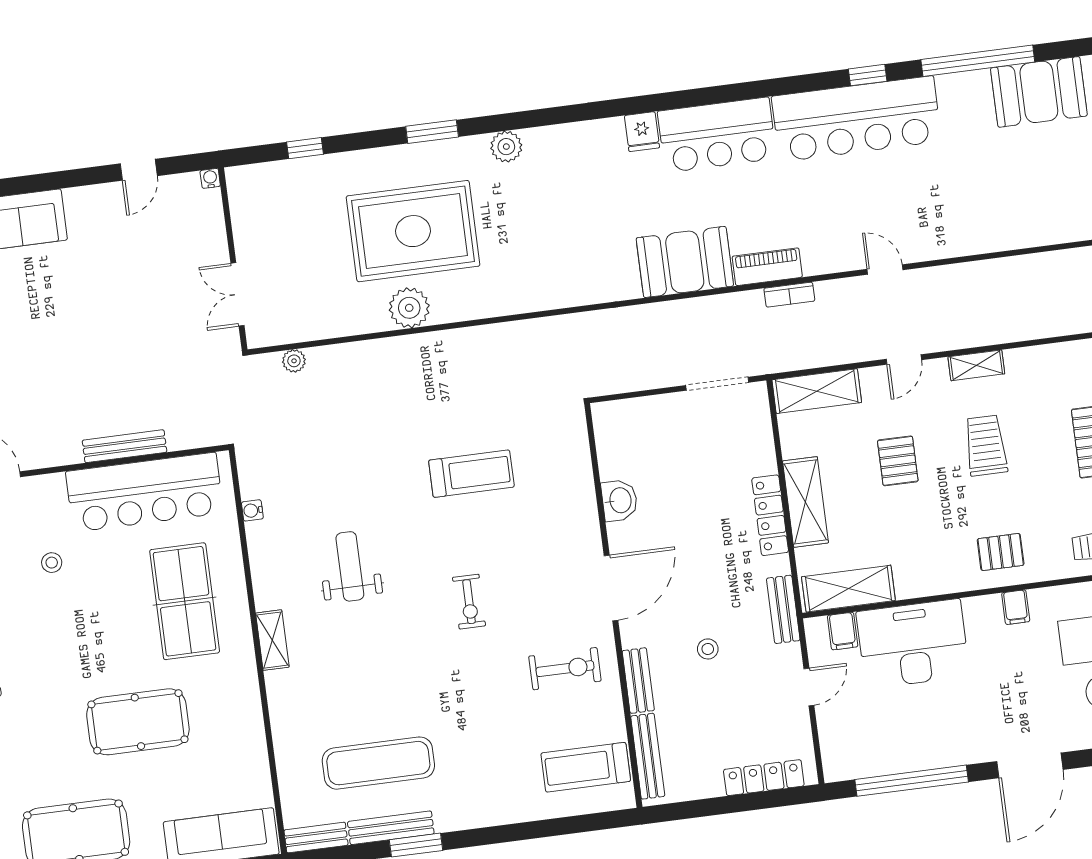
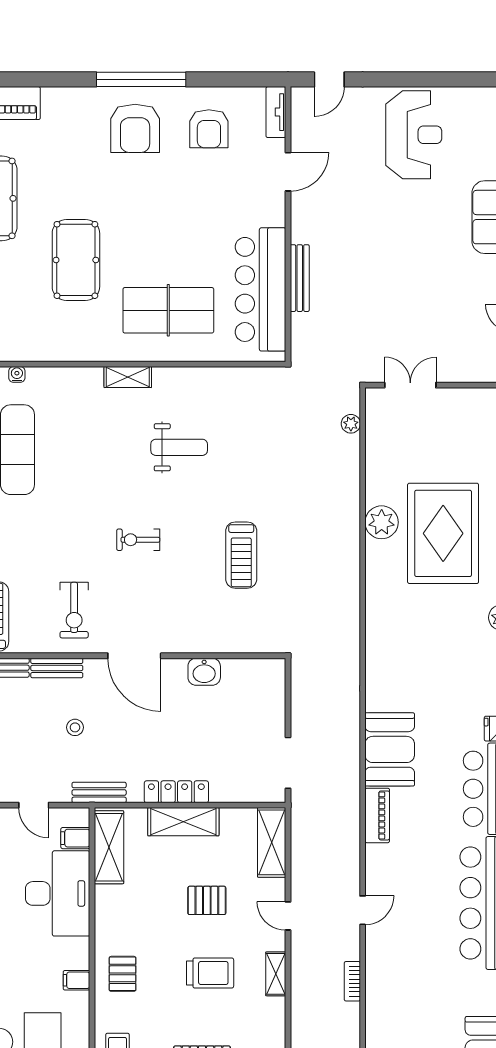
bookcase: (789, 295) -> (352, 981), moved
water cooler: (252, 510) -> (17, 374), moved
stool: (52, 563) -> (213, 207), removed

